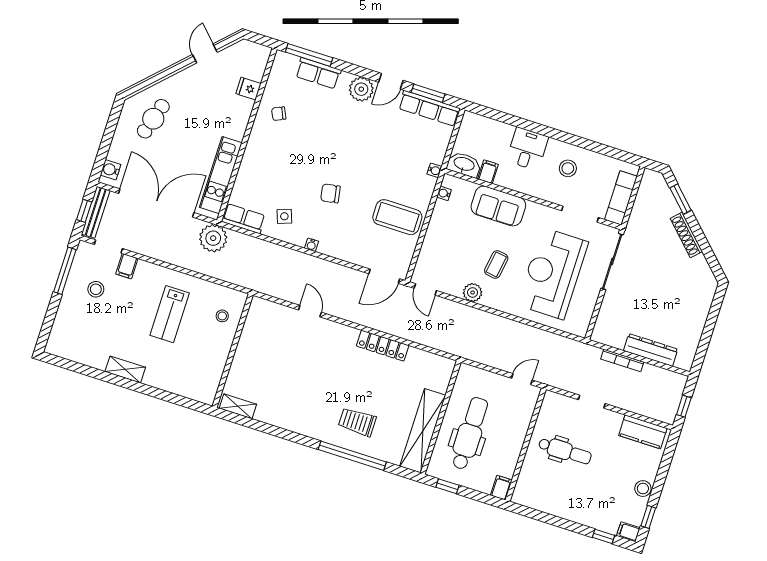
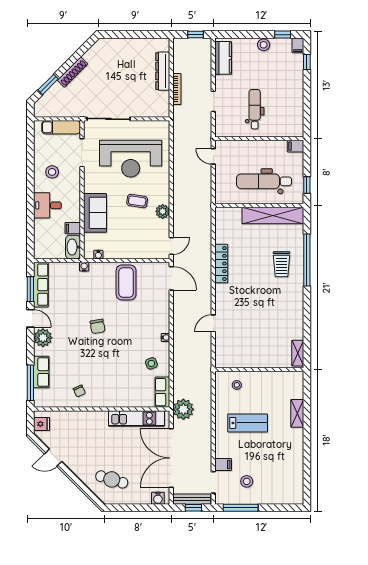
fridge: (248, 89) -> (42, 424), moved, turned -90
chair: (330, 193) -> (98, 326), moved
shelving: (125, 369) -> (297, 413), moved

